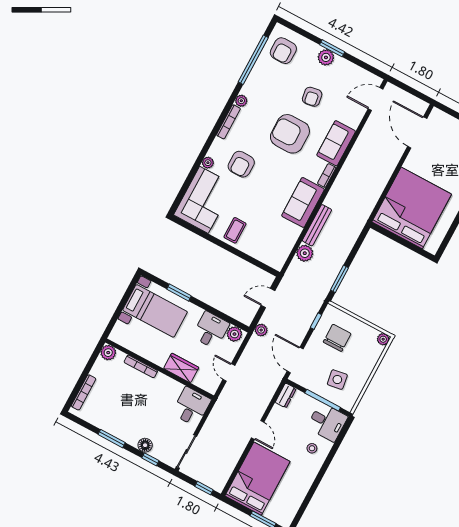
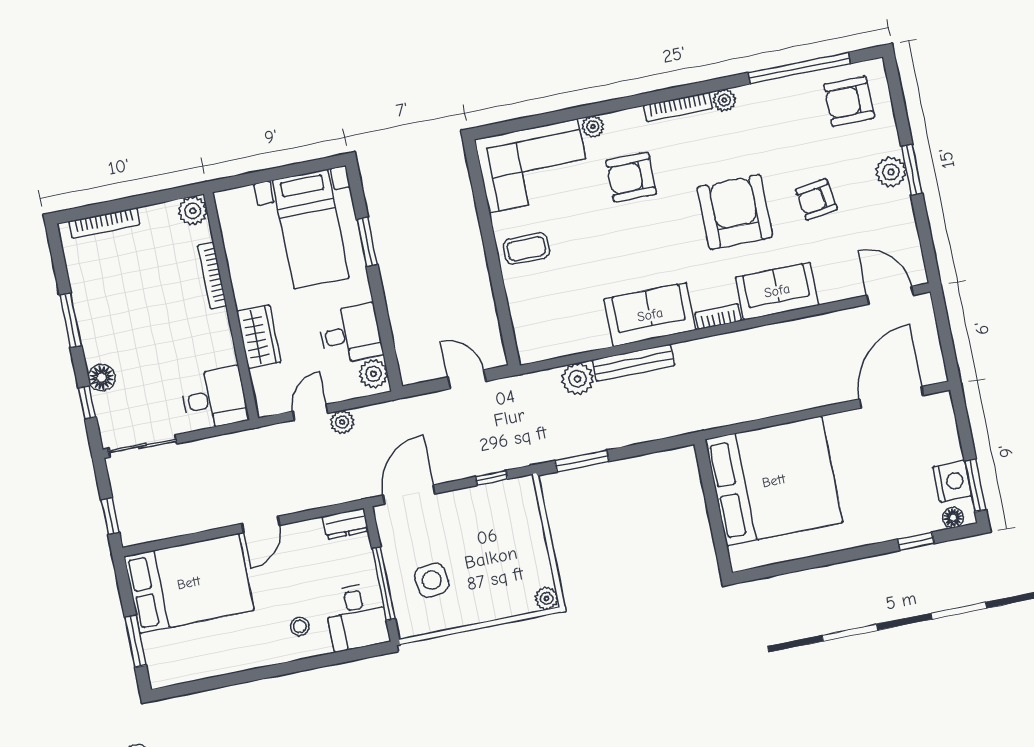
plant: (261, 330) -> (342, 422), moved
chair: (337, 338) -> (493, 529), removed

